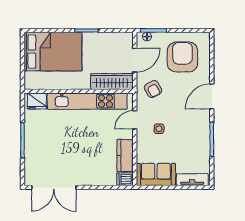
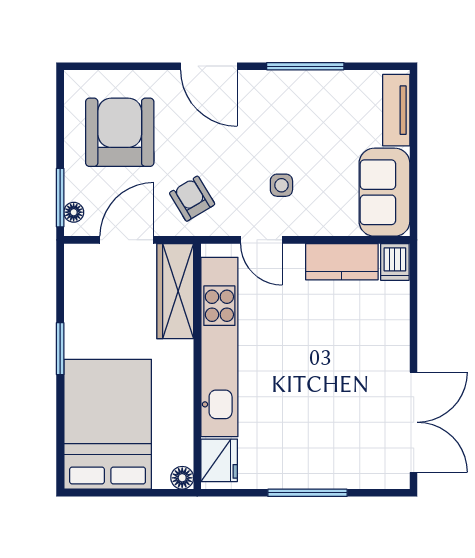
armchair: (182, 57) -> (120, 132), turned 90
door: (135, 60) -> (127, 240), hinge flipped
floor lamp: (29, 85) -> (182, 478), added
armchair: (153, 89) -> (192, 199), turned -93

